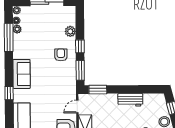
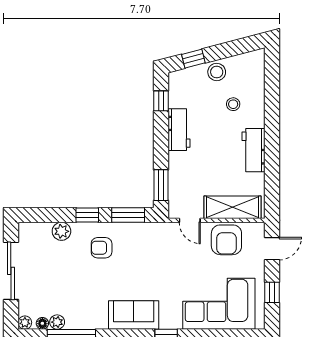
window: (147, 89) -> (161, 101), added

